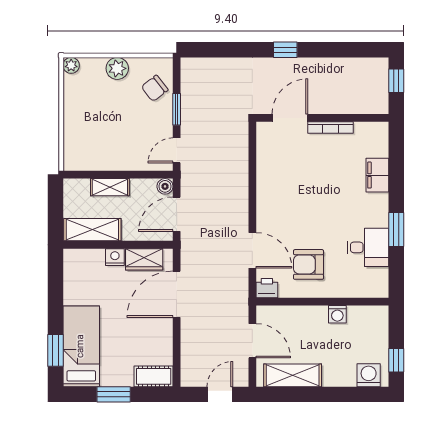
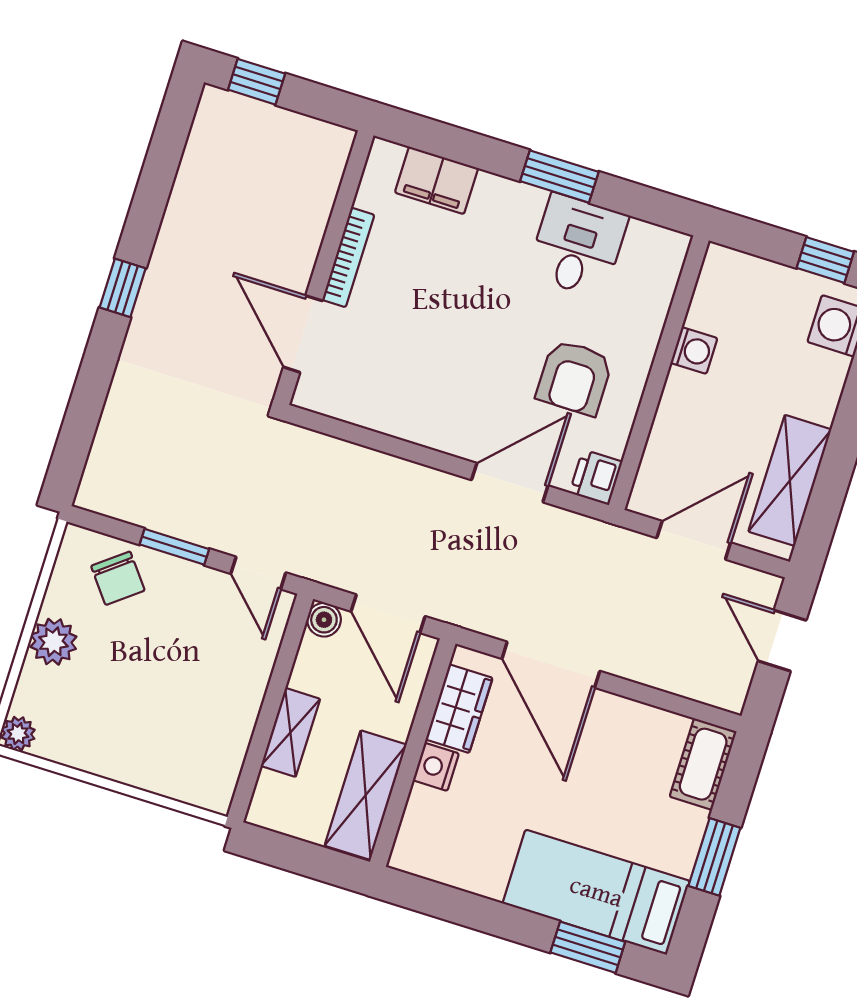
door: (290, 118) -> (303, 334), moved
wall: (322, 118) -> (324, 268), moved
bookcase: (331, 128) -> (348, 257), moved

